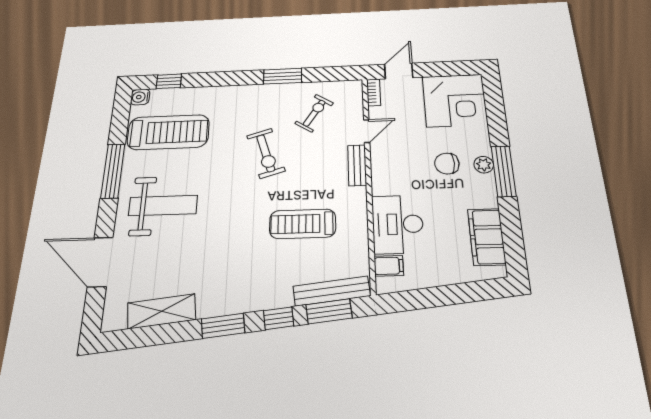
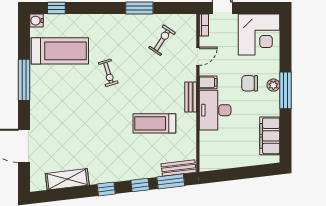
exercise bike: (266, 153) -> (108, 73), moved, width x0.73, depth x0.72
bench: (357, 165) -> (191, 97), moved
weight bench: (163, 206) -> (61, 107), removed
desk: (398, 224) -> (215, 110), moved
filing cabinet: (389, 266) -> (208, 82), moved
bench: (332, 291) -> (179, 168), width x0.73
window: (223, 326) -> (106, 189), width x0.67

